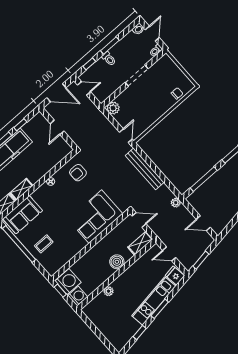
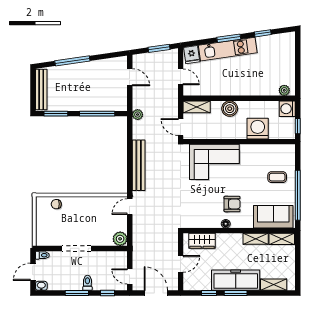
wardrobe: (56, 156) -> (202, 241), added
armchair: (78, 173) -> (232, 204), moved
washing machine: (68, 282) -> (258, 129), moved, turned 90
plant: (109, 291) -> (284, 90), moved

